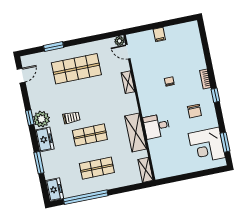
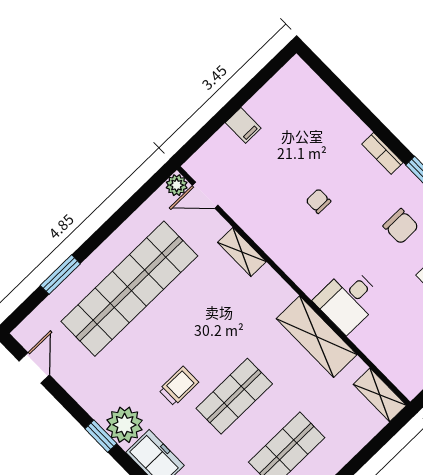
shop shelf: (76, 69) -> (129, 289), width x1.40

